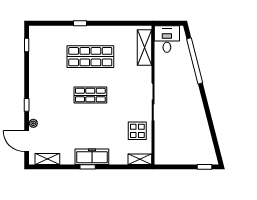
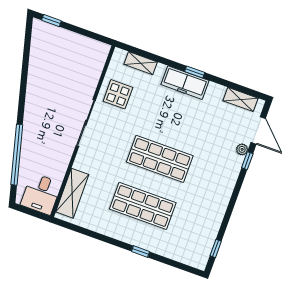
shop shelf: (90, 95) -> (160, 159), width x1.43, depth x1.36
window: (27, 105) -> (247, 161), moved
shelving: (140, 159) -> (141, 63), moved

